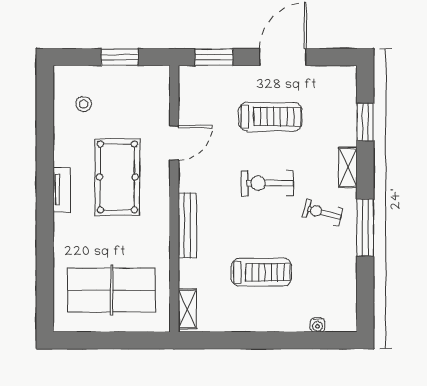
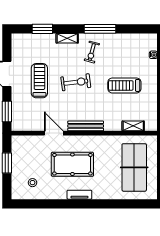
exercise bike: (267, 183) -> (76, 82), turned -97
bench: (187, 225) -> (86, 126), moved
treadmill: (261, 272) -> (124, 85), turned -90
shelving: (187, 309) -> (133, 126), moved

